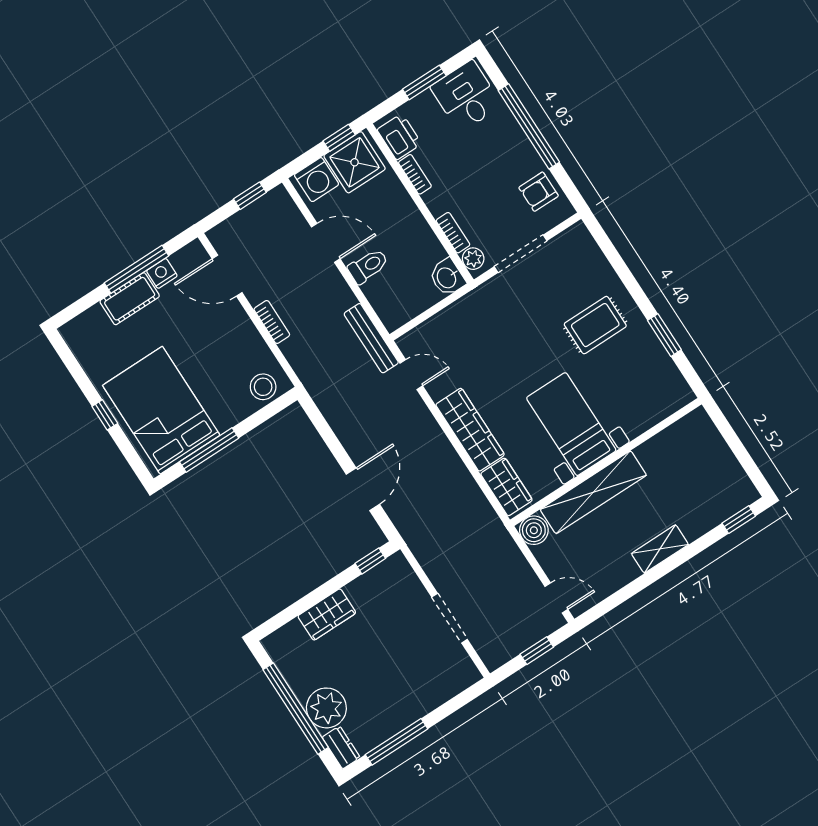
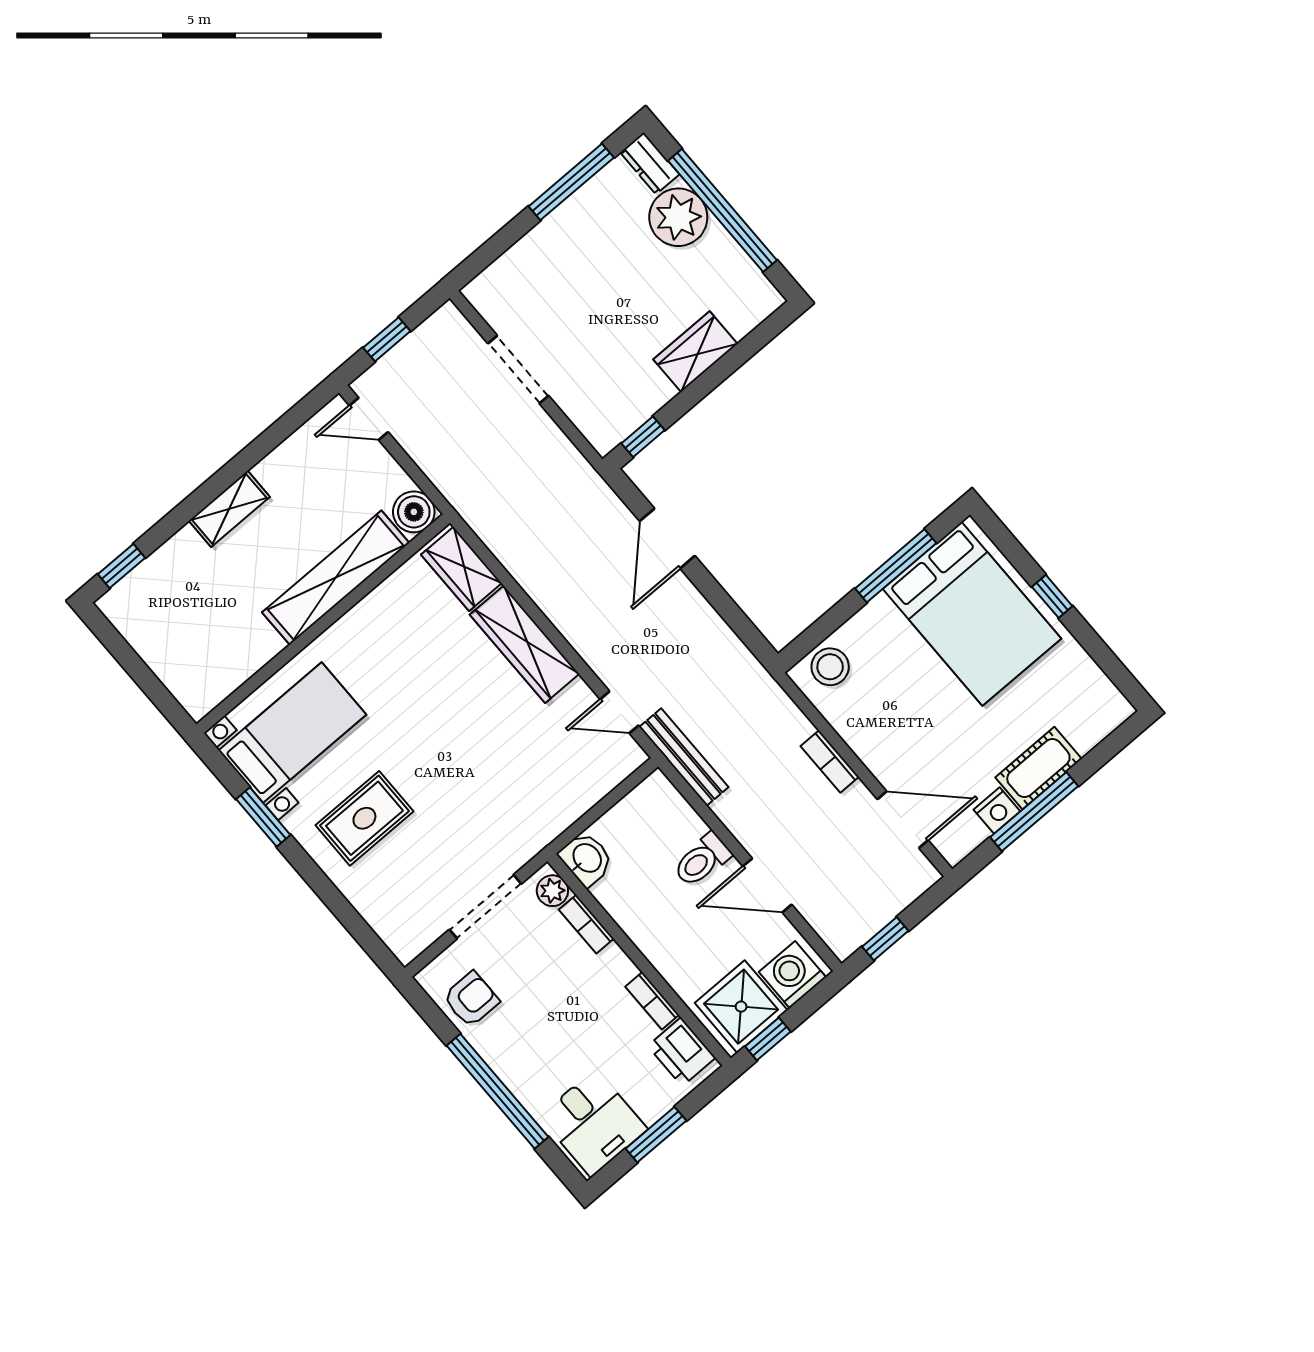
bed with nightstands: (571, 424) -> (292, 733), moved, turned -90

